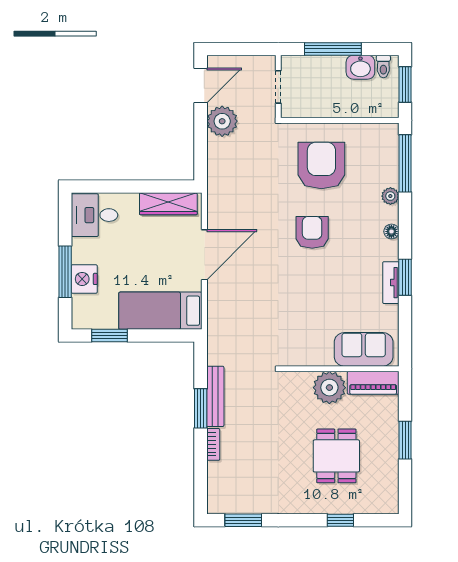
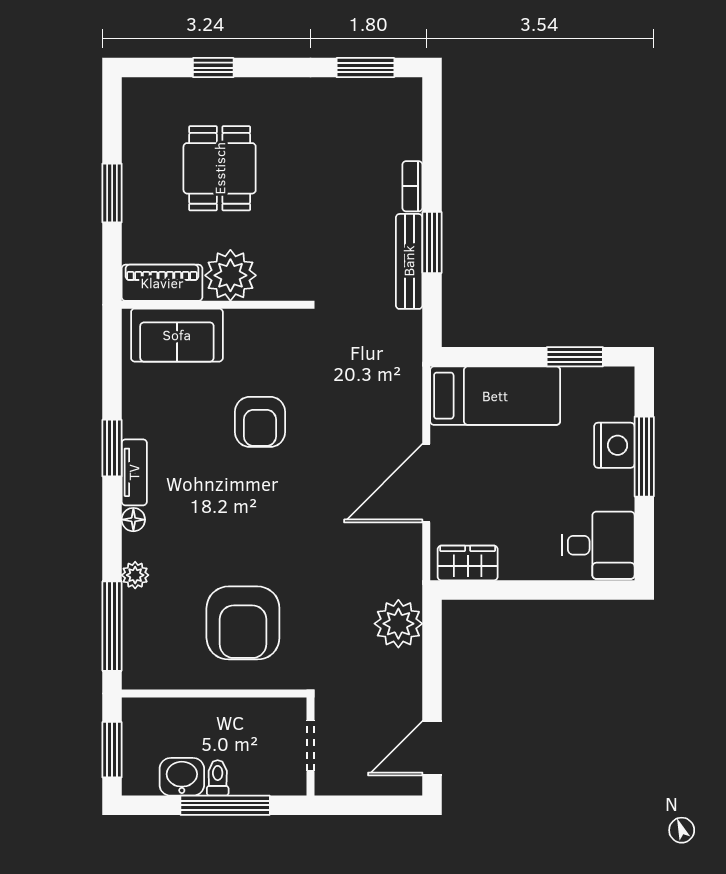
toilet: (383, 66) -> (218, 778), moved
plant: (222, 121) -> (398, 624), moved
wardrobe: (168, 204) -> (468, 563), width x0.67
armchair: (312, 232) -> (260, 422), moved
tv unit: (391, 283) -> (134, 472), moved

